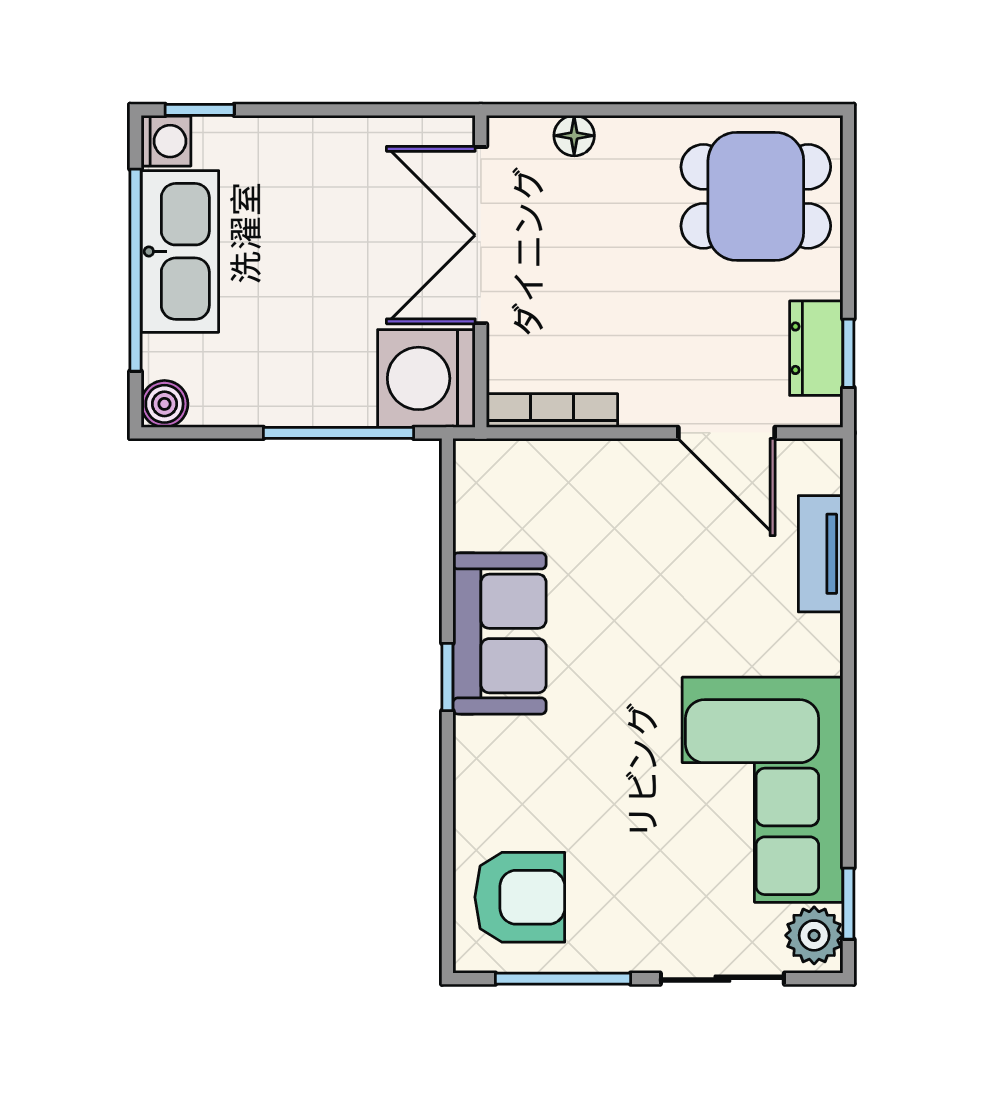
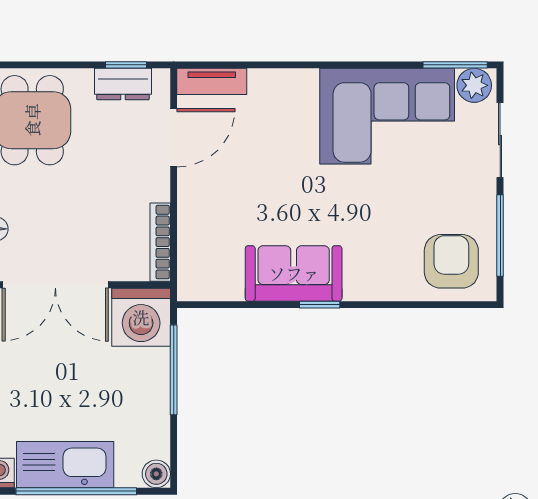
tv unit: (821, 554) -> (212, 81), moved
window: (848, 904) -> (455, 65), width x1.50

